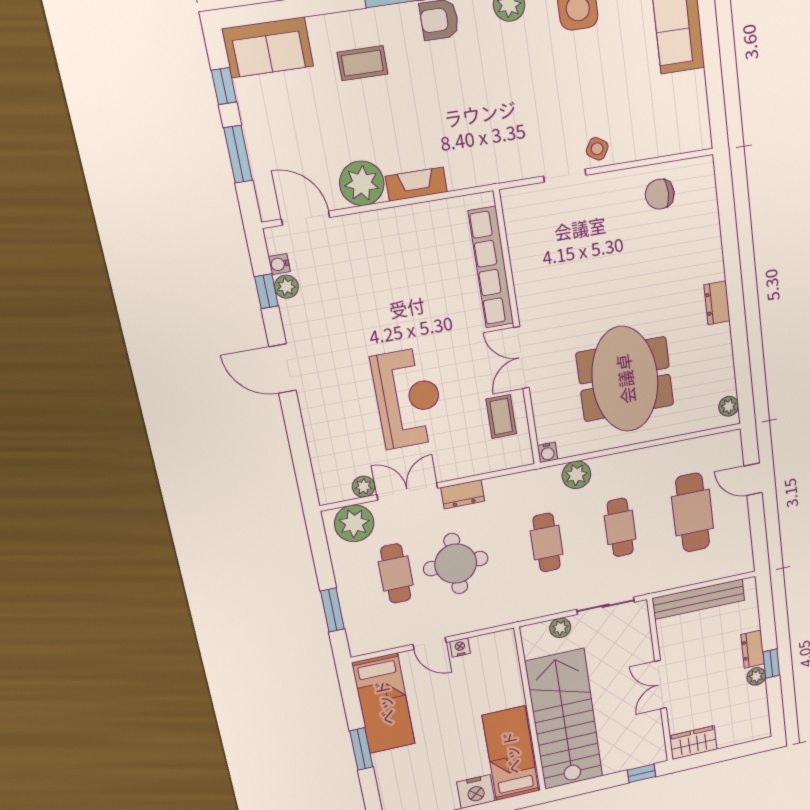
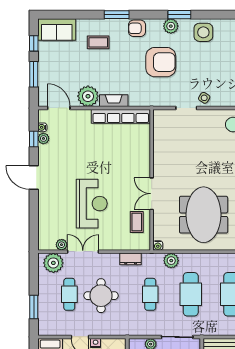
armchair: (500, 87) -> (161, 62), added
row of seats: (491, 268) -> (121, 116), moved, turned -90
dresser: (463, 494) -> (131, 259), moved
cafe table: (620, 527) -> (191, 294), width x1.37, depth x1.35

